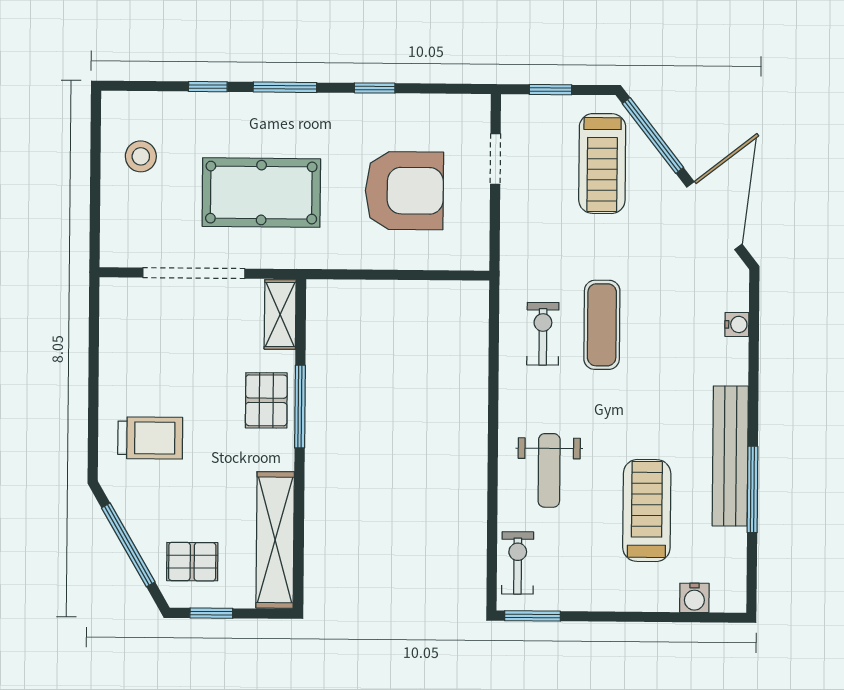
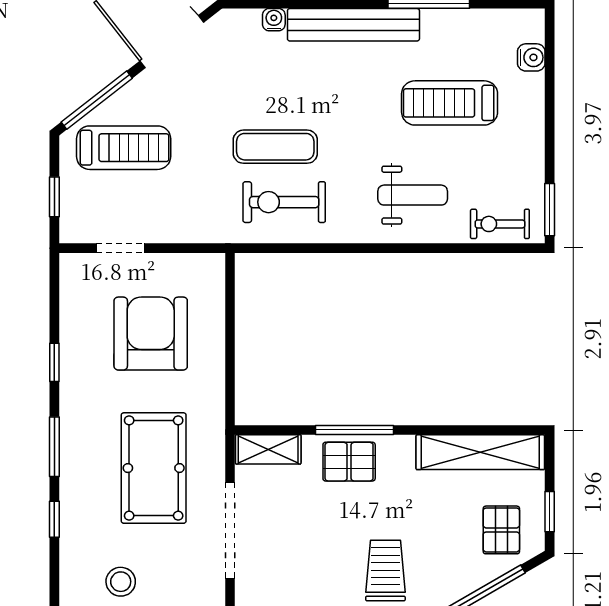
exercise bike: (543, 334) -> (284, 202), width x1.38, depth x1.39
bench: (730, 456) -> (353, 25), moved

